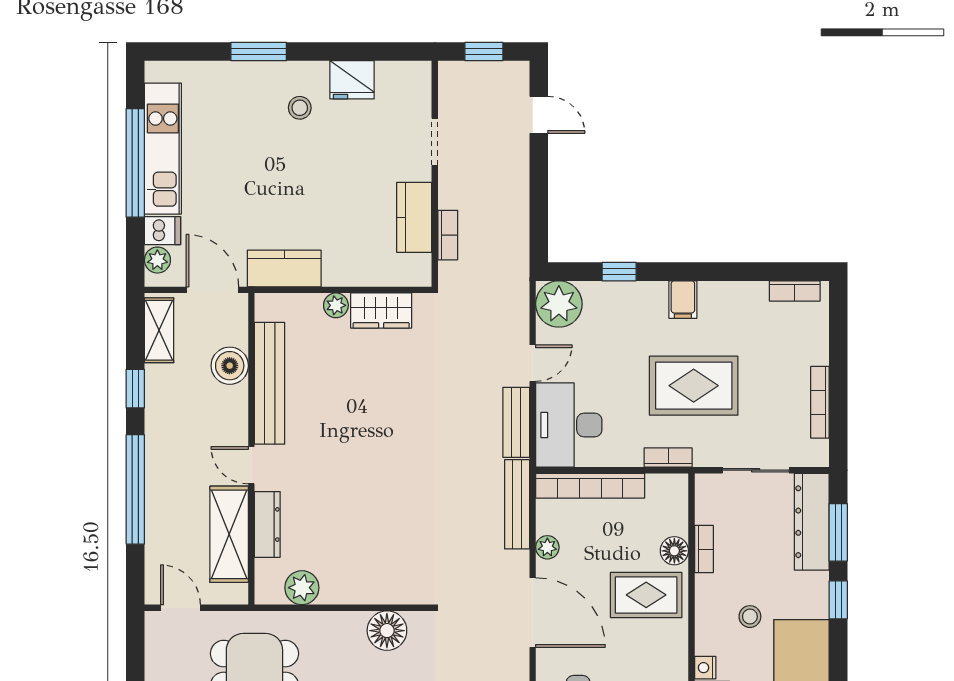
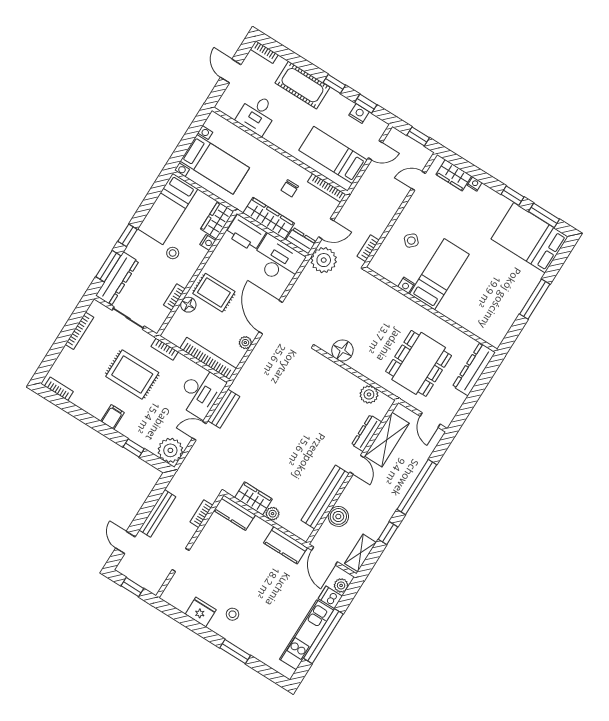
kitchen counter: (414, 217) -> (235, 513), moved, turned 90
bench: (517, 504) -> (157, 513), moved

